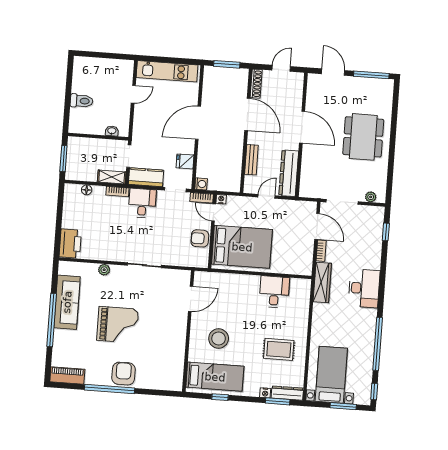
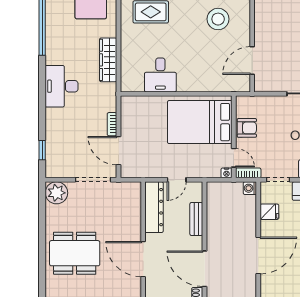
dining table: (363, 137) -> (75, 253), turned 90
plant: (371, 197) -> (56, 193), width x1.88, depth x1.88
wardrobe: (322, 282) -> (108, 60), moved

